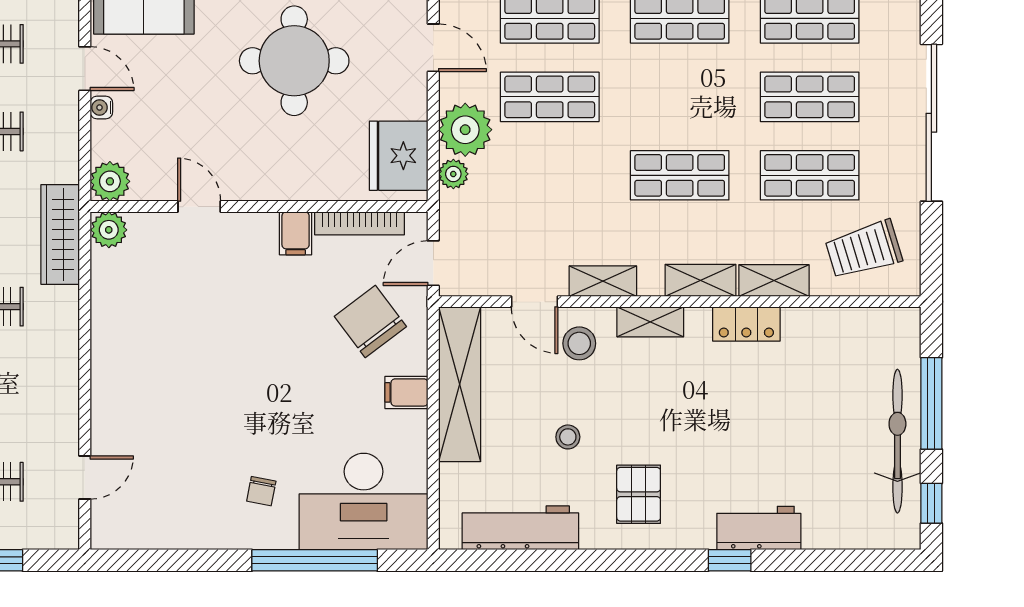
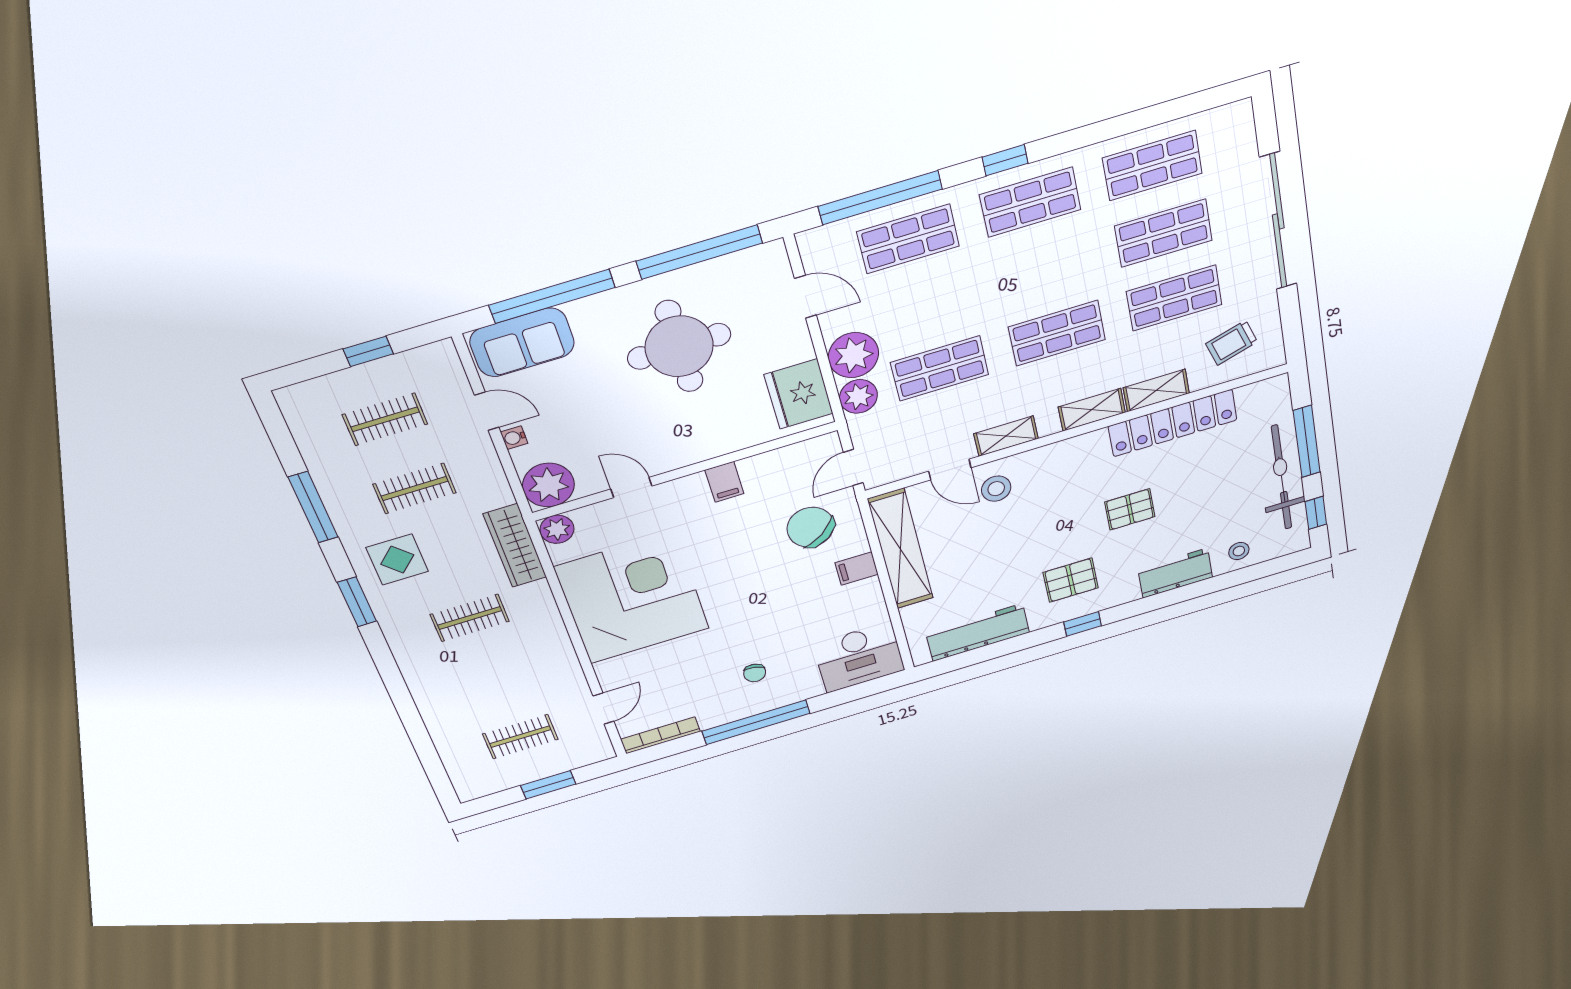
shop shelf: (550, 97) -> (940, 369), moved
plant: (453, 174) -> (858, 396), width x1.38, depth x1.38
plant: (110, 181) -> (548, 485), width x1.36, depth x1.36
bookcase: (359, 223) -> (660, 735), moved, turned 180
trolley: (864, 250) -> (1232, 343), width x0.73, depth x0.72
shelving: (650, 322) -> (1054, 454), removed
locker: (746, 324) -> (1173, 423), width x2.16, depth x1.21
corner desk: (159, 343) -> (632, 598), added
pallet: (721, 423) -> (1130, 509), added
stool: (568, 437) -> (1239, 551), moved
pallet: (639, 494) -> (1071, 580), turned 90
desk: (364, 502) -> (859, 657), width x0.73, depth x0.77
window: (315, 560) -> (756, 722), moved
window: (730, 560) -> (1083, 624), moved

